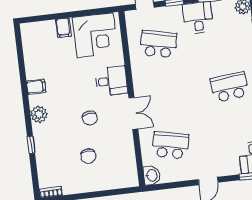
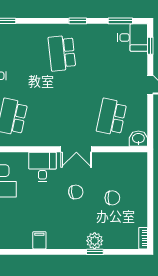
double door: (133, 113) -> (76, 149), swing flipped
plant: (39, 114) -> (95, 241), moved

